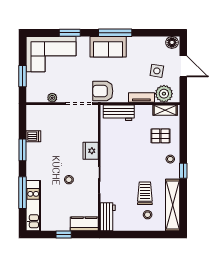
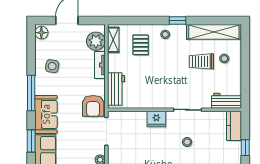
sofa: (108, 47) -> (46, 114), moved
side table: (157, 71) -> (52, 66), moved

